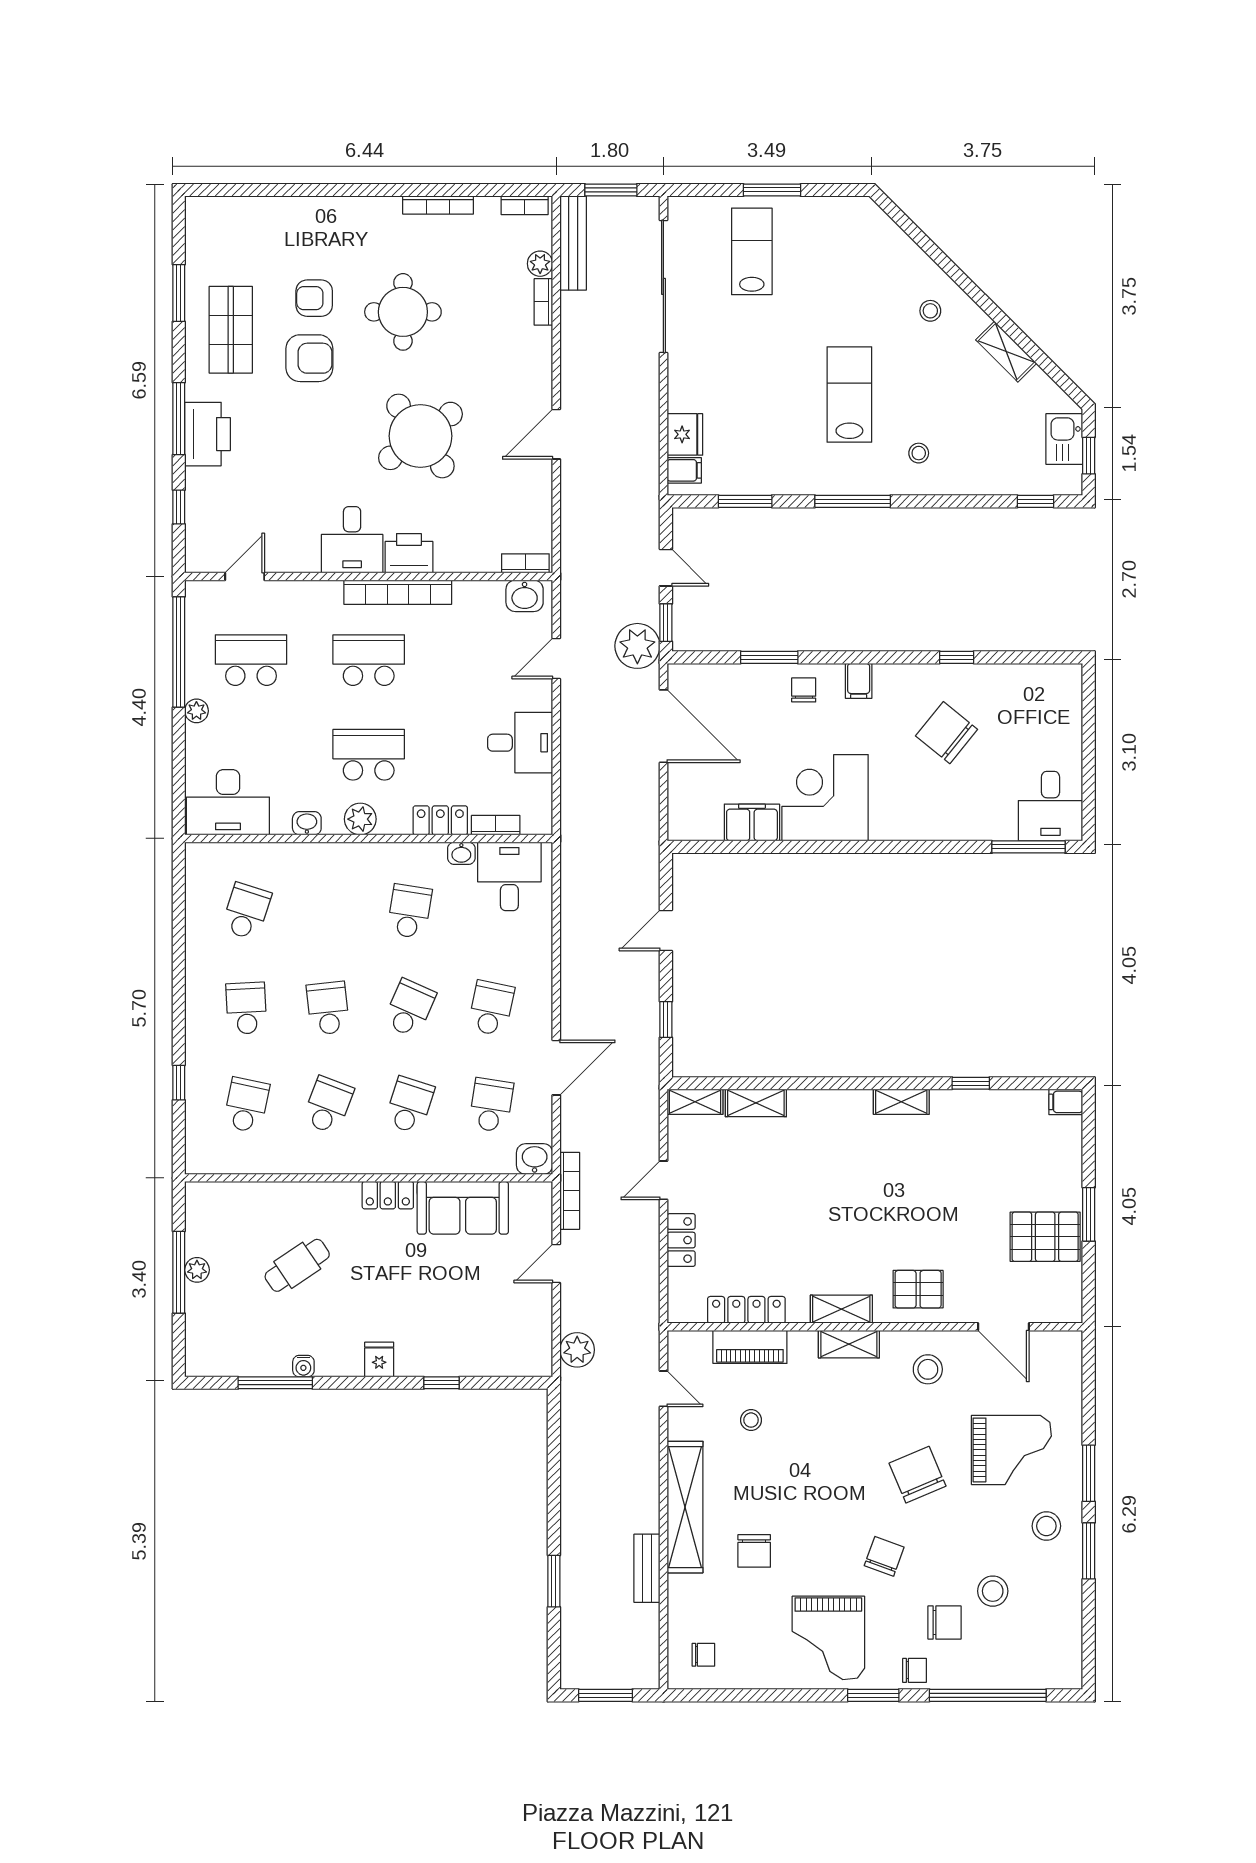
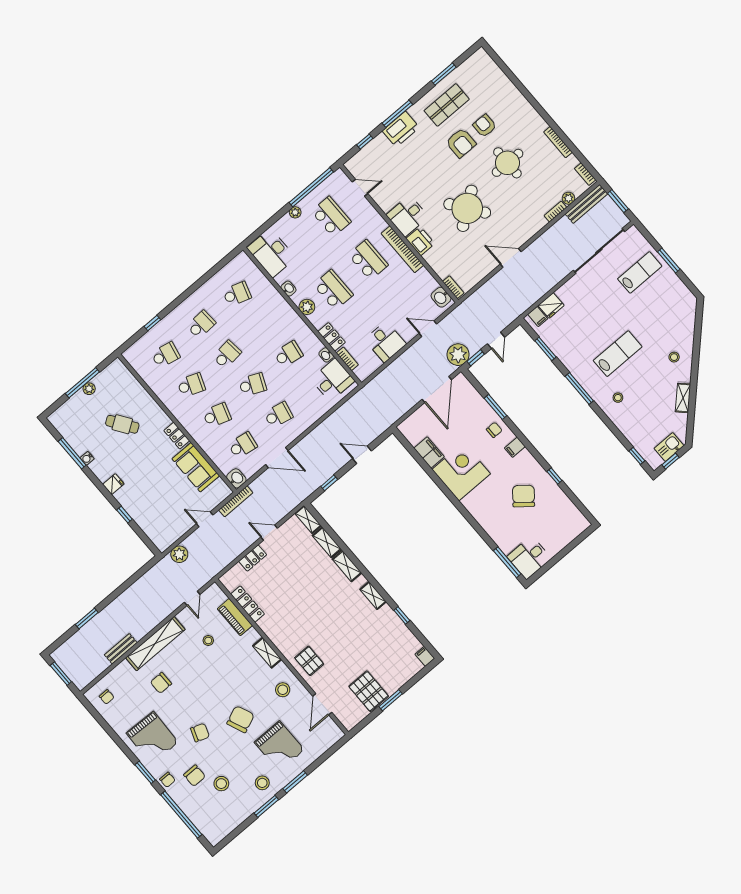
shelving: (841, 1309) -> (347, 566), moved
grand piano: (828, 1638) -> (152, 738), turned -88

